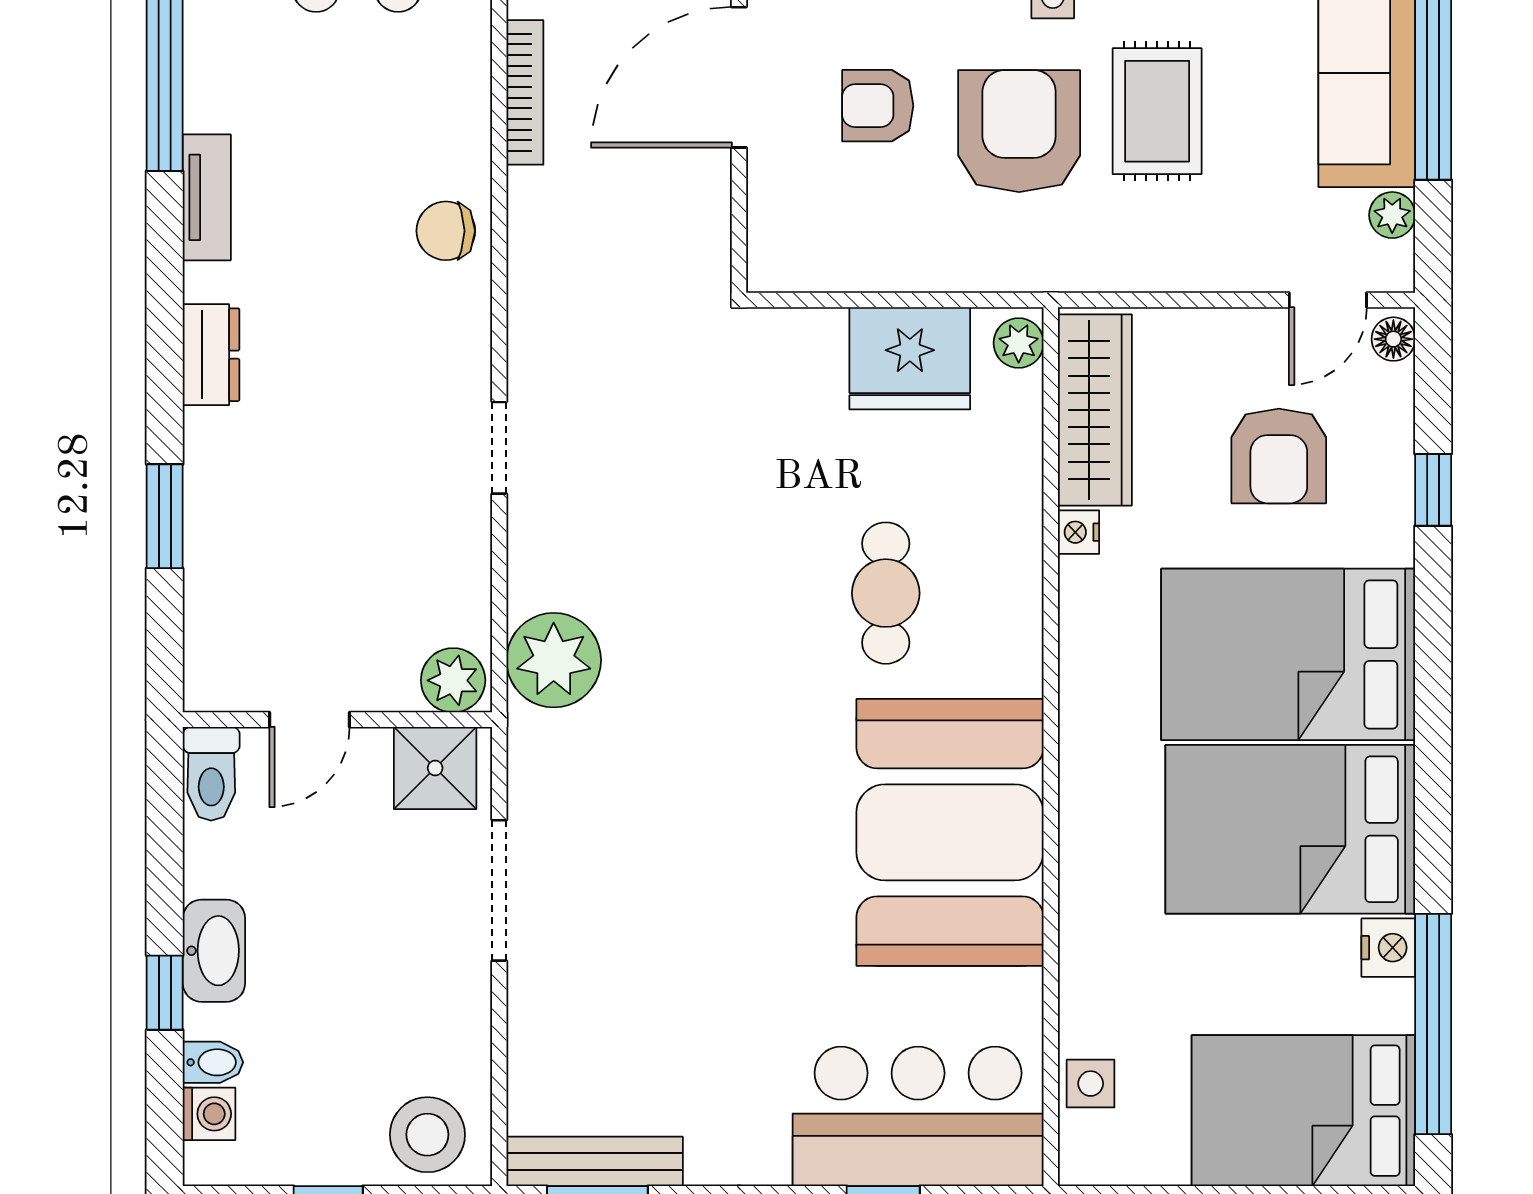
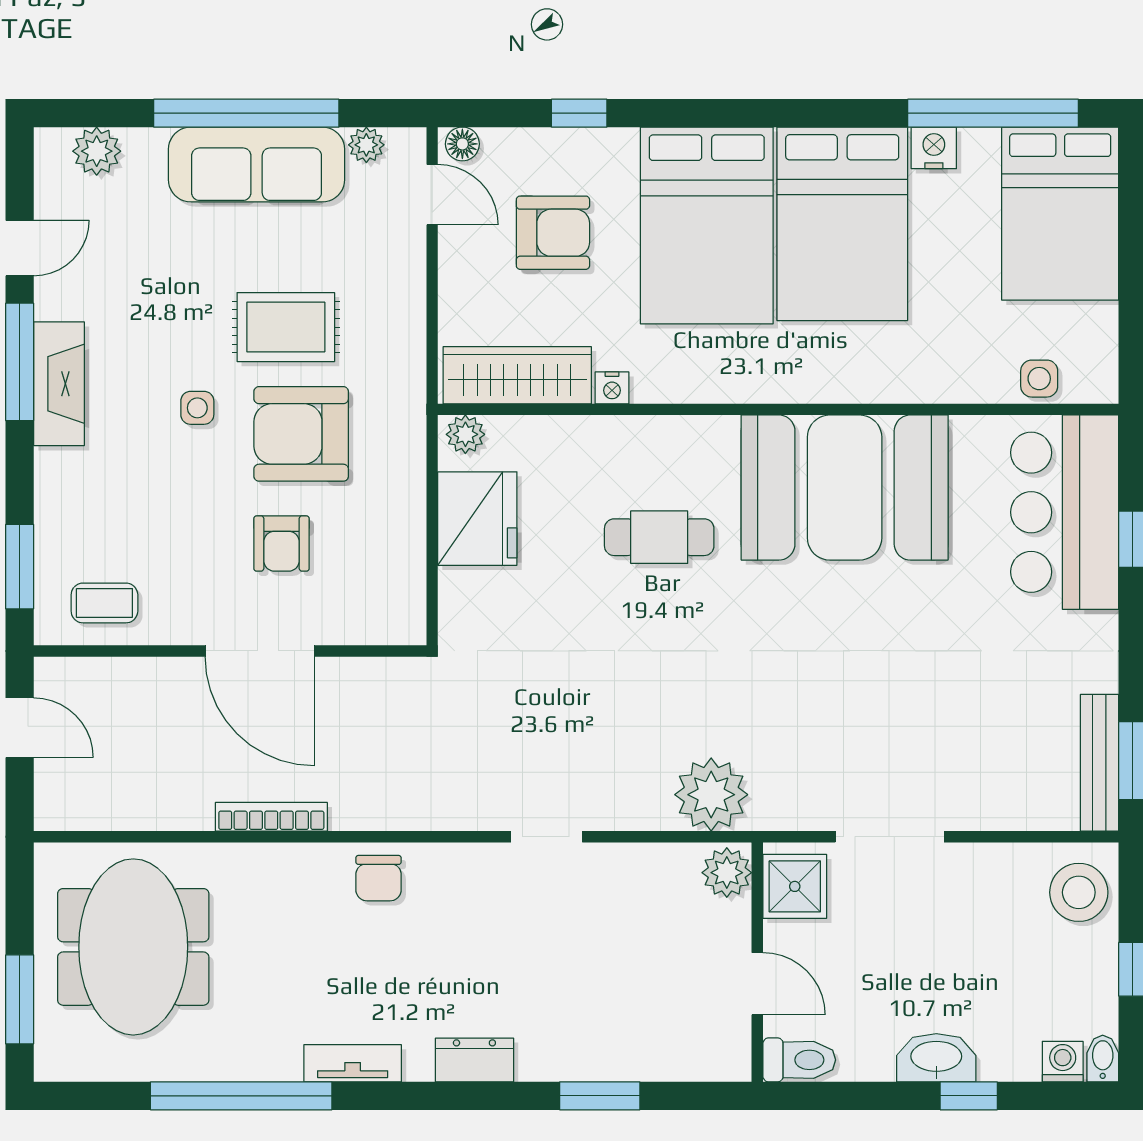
bidet: (213, 1062) -> (1103, 1059), moved

